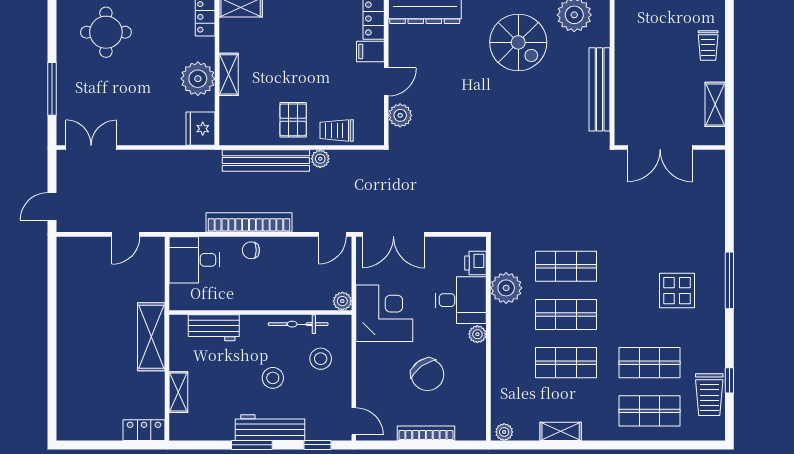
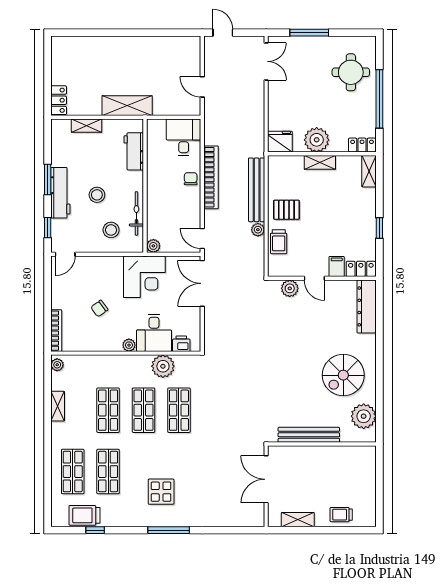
trolley: (337, 130) -> (279, 242), turned 180
chair: (428, 375) -> (99, 308), width x0.54, depth x0.54
bookcase: (426, 433) -> (56, 331), moved

